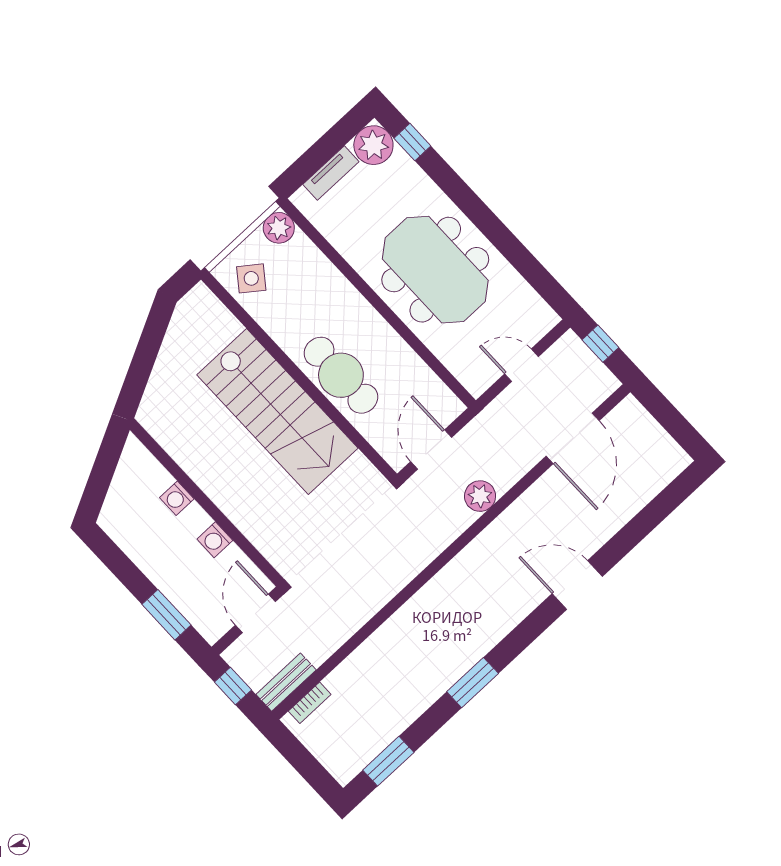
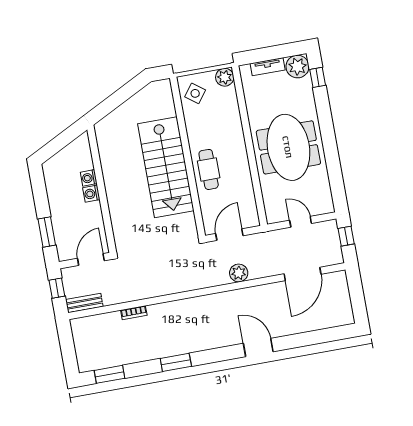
cafe table: (341, 375) -> (209, 169), width x0.73, depth x0.74
washing machine: (215, 540) -> (91, 194), moved
bookcase: (310, 703) -> (134, 313), moved

